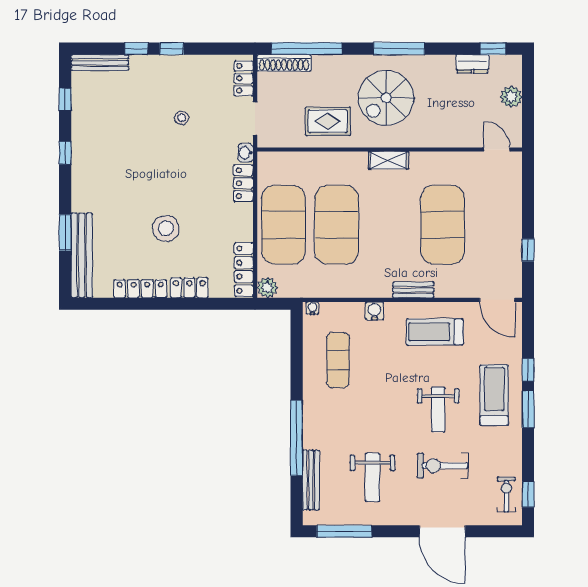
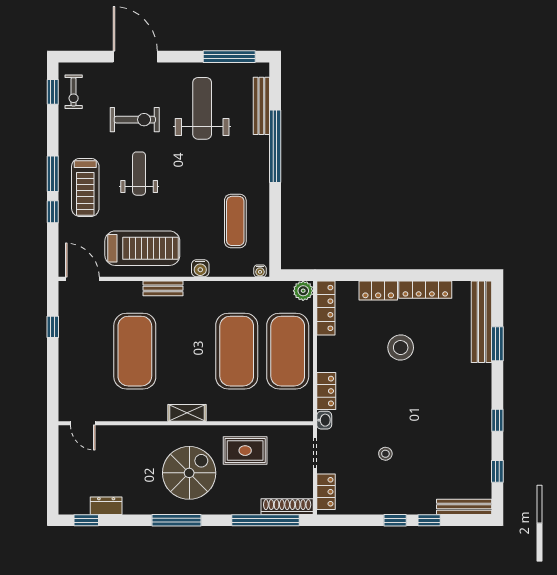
plant: (511, 97) -> (69, 474), removed
treadmill: (435, 332) -> (142, 248), width x1.37, depth x1.38
weight bench: (373, 477) -> (202, 108), width x1.36, depth x1.33

